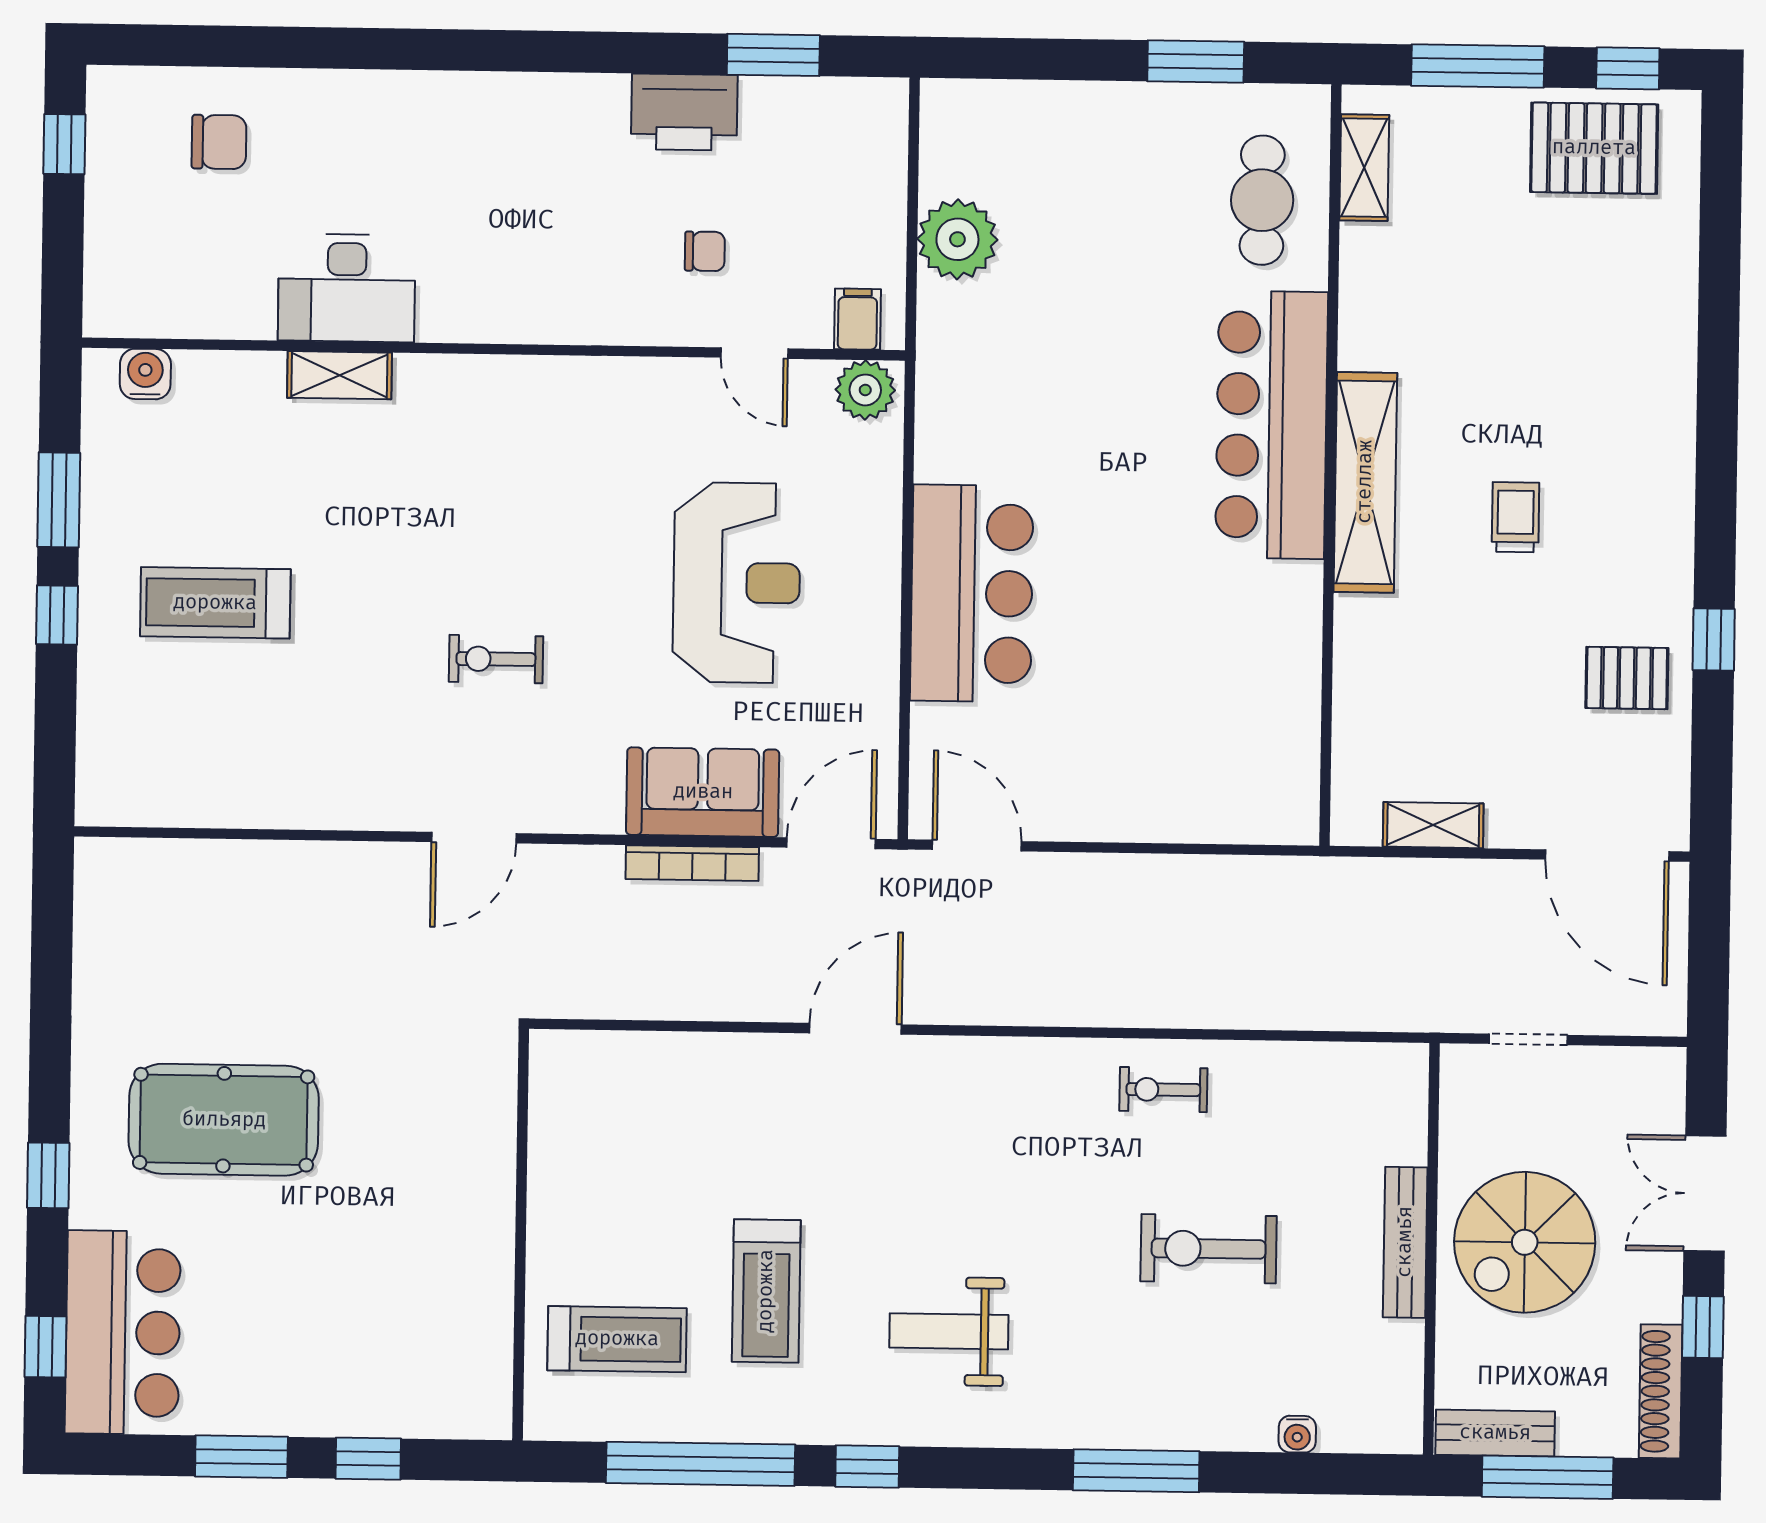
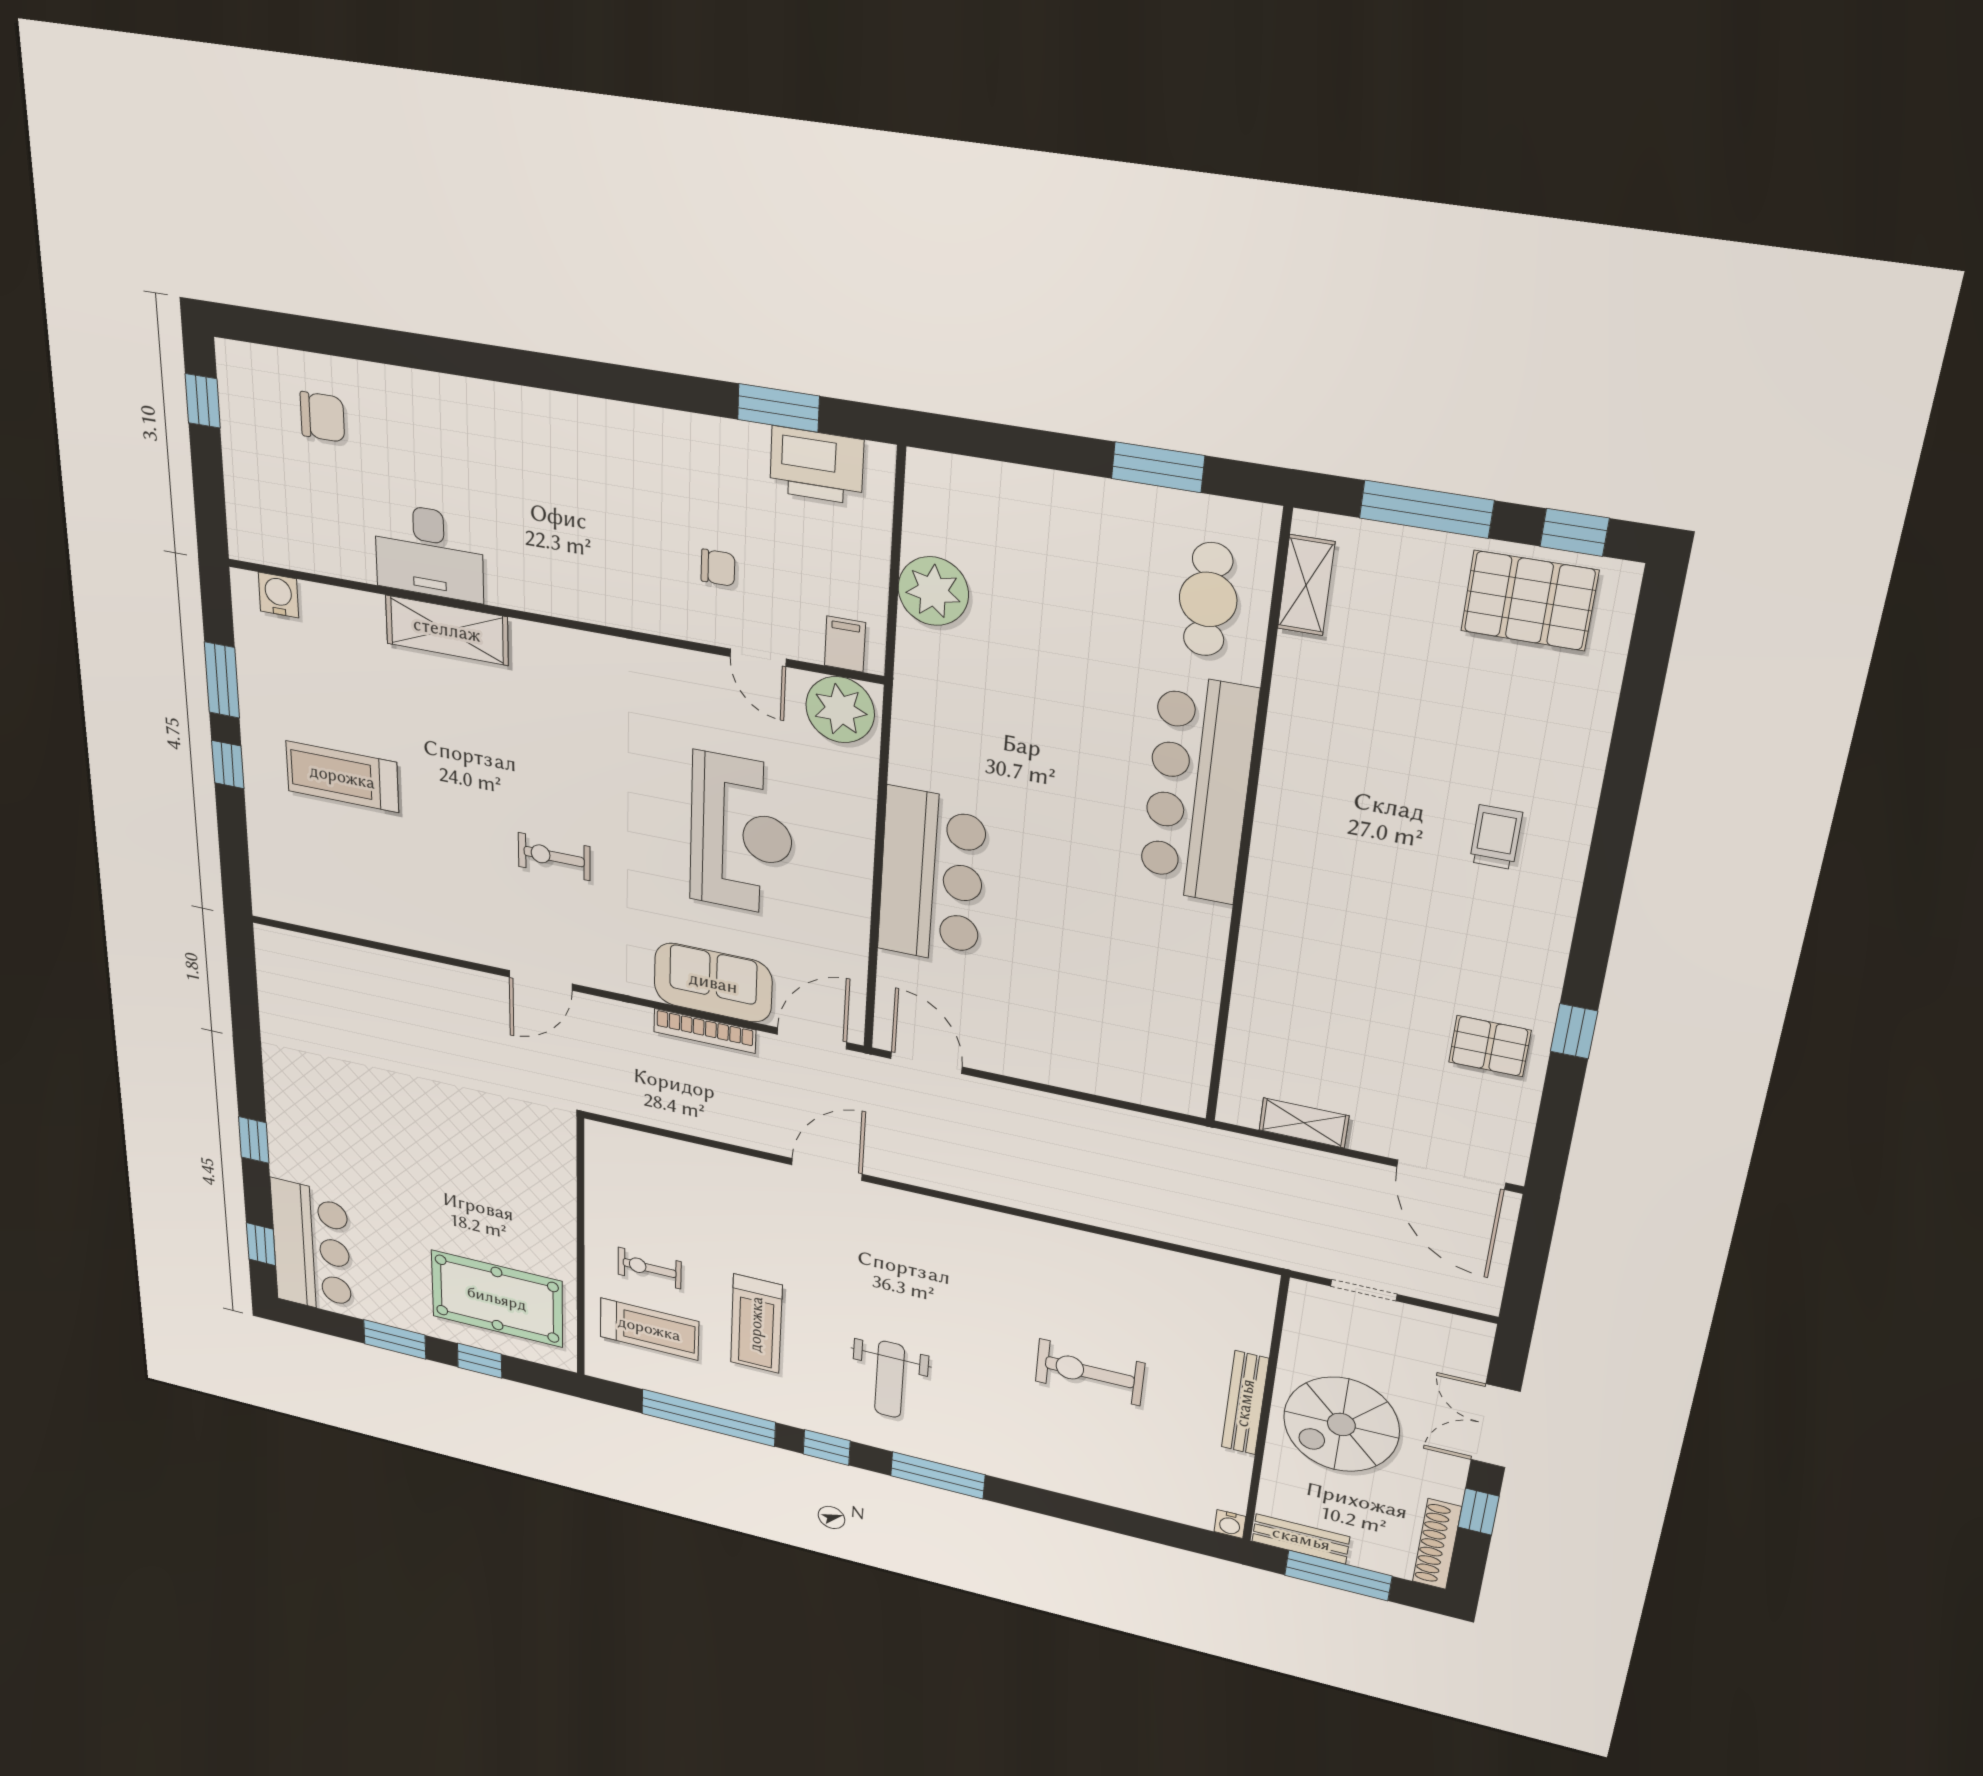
printer: (684, 112) -> (817, 465), moved
shelving: (339, 375) -> (447, 630), width x1.50, depth x1.33
plant: (865, 390) -> (840, 710), width x1.36, depth x1.36
shelving: (1365, 482) -> (1276, 851), removed
trolley: (1516, 517) -> (1496, 837), moved
exercise bike: (1163, 1090) -> (650, 1268), moved
pool table: (224, 1120) -> (497, 1299), moved
weight bench: (949, 1331) -> (889, 1379), turned -90
water cooler: (1297, 1434) -> (1230, 1524), moved
window: (1136, 1471) -> (938, 1475), moved

